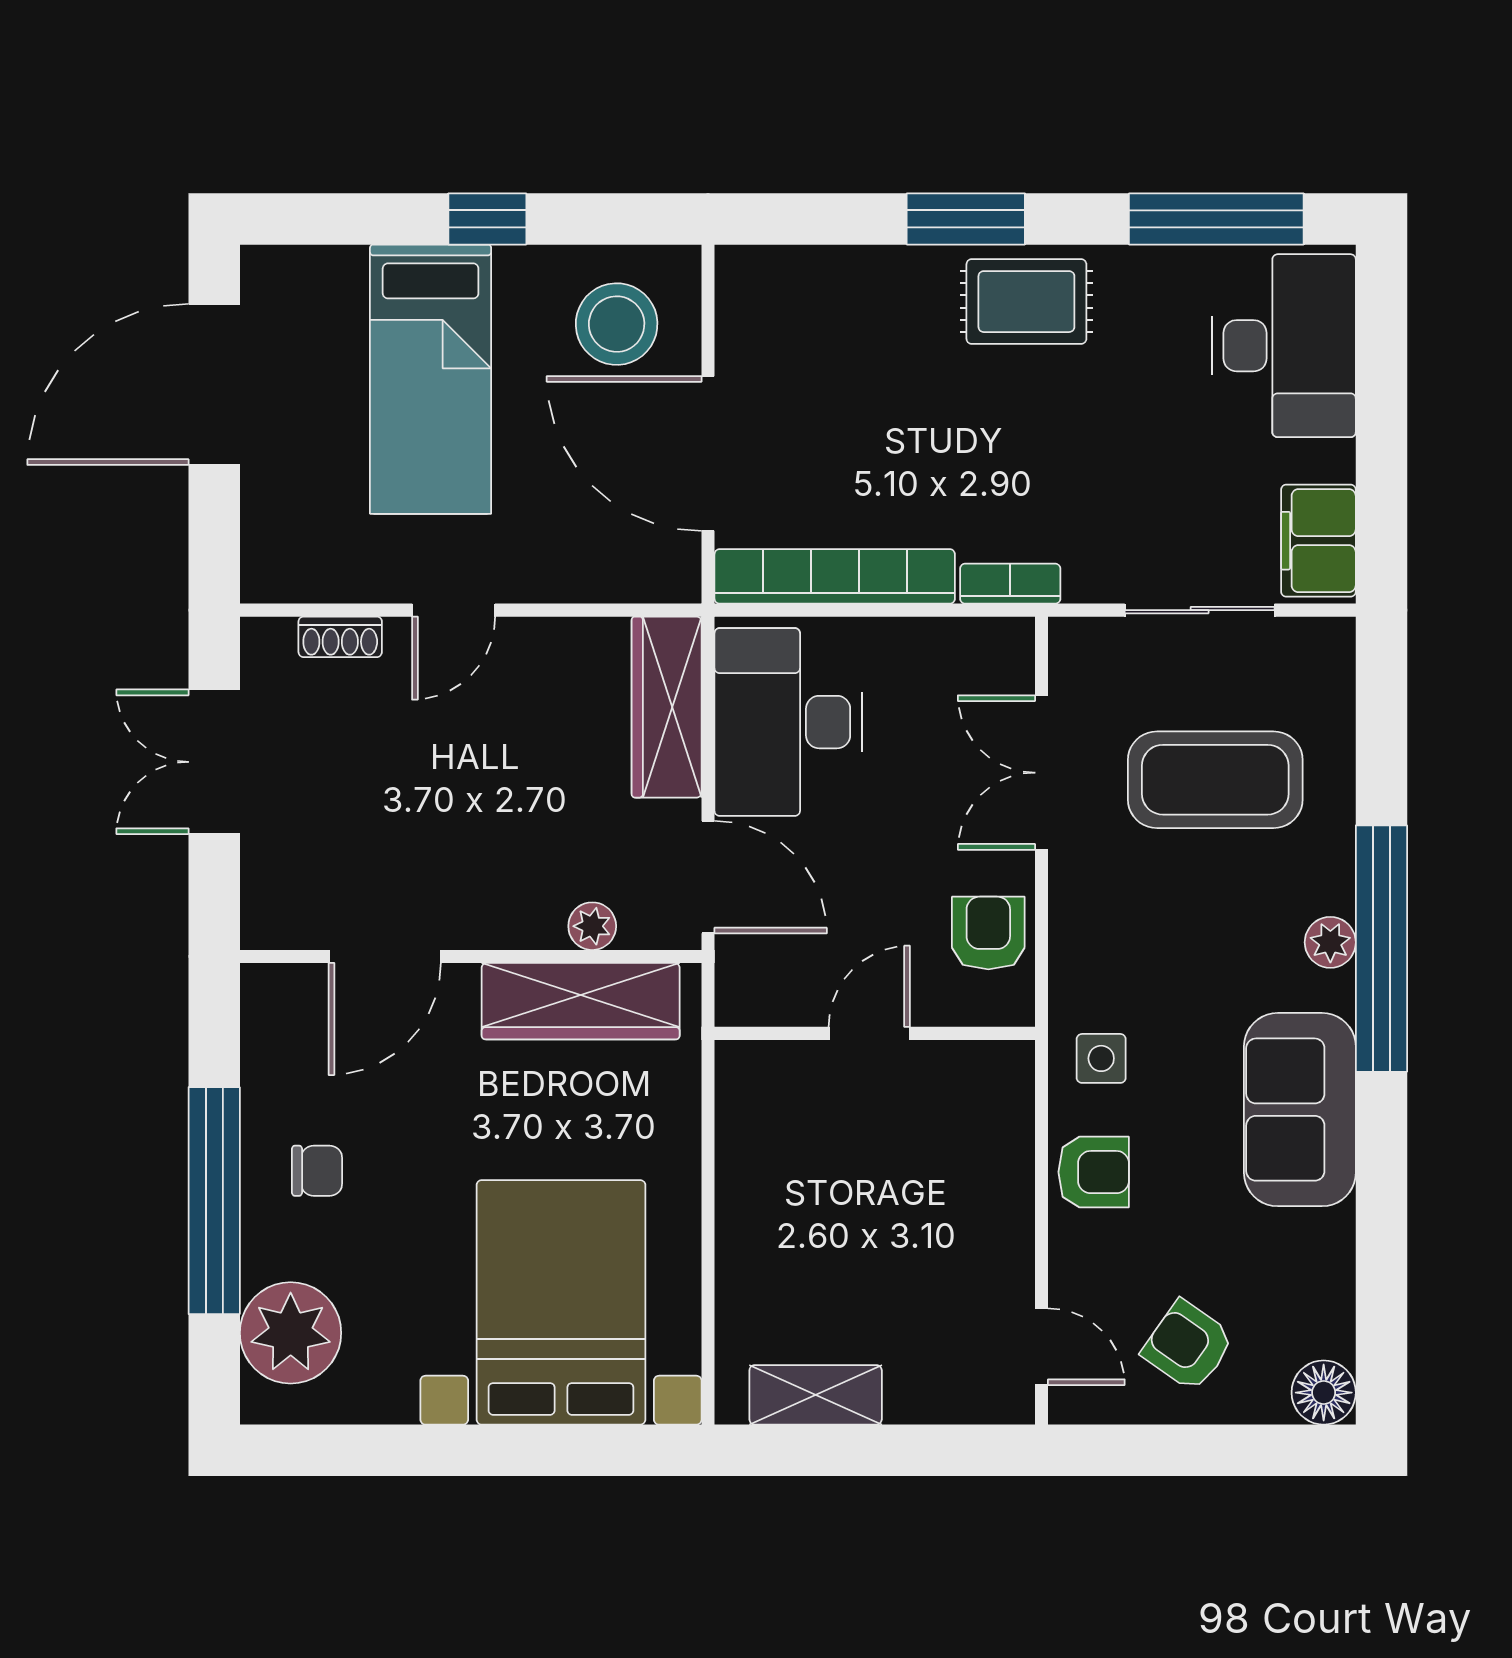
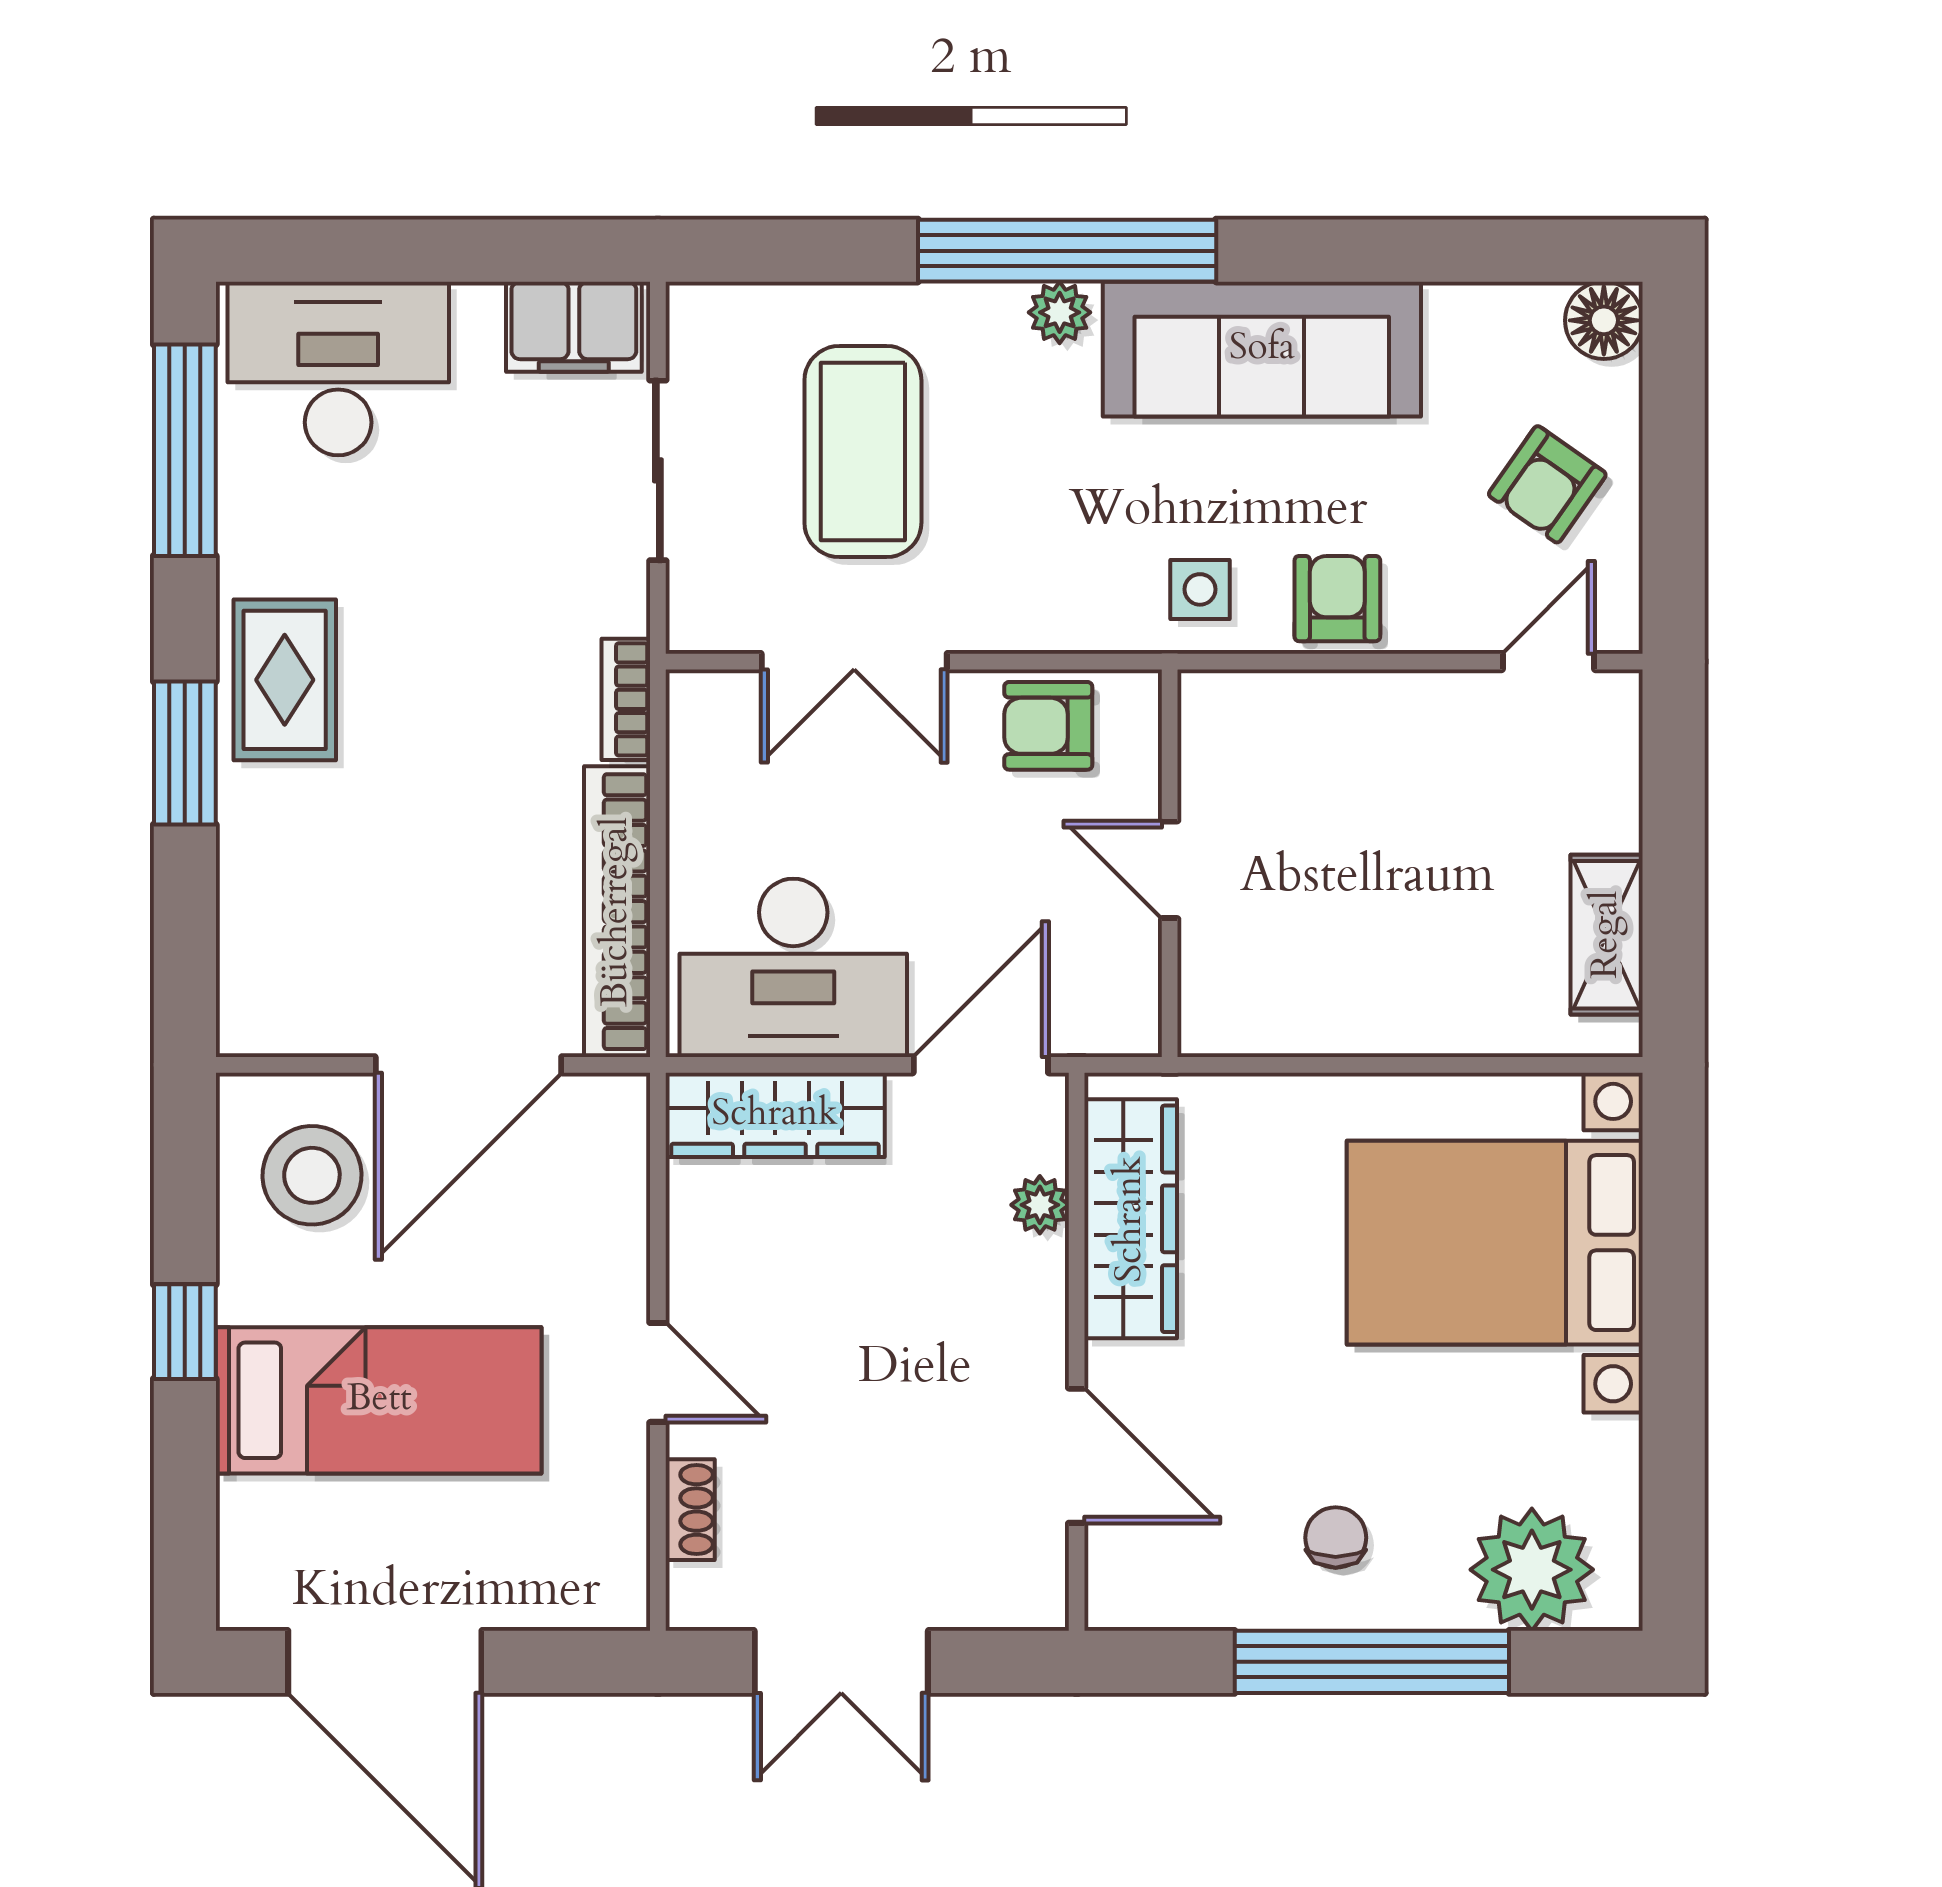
sofa: (1300, 1110) -> (1262, 349), width x1.36

